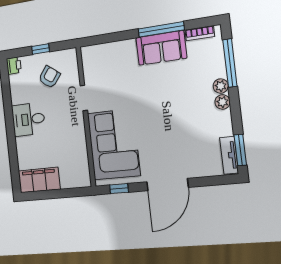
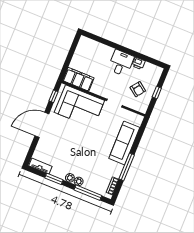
sofa: (161, 48) -> (124, 143), moved, width x1.36
printer: (14, 66) -> (139, 63), moved
window: (240, 150) -> (54, 179), moved
filing cabinet: (39, 180) -> (78, 79), moved, turned -90
door: (167, 185) -> (42, 125), hinge flipped

